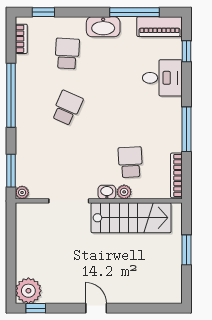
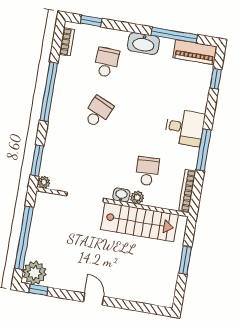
desk: (162, 78) -> (185, 128), moved
window: (11, 255) -> (24, 238), added

